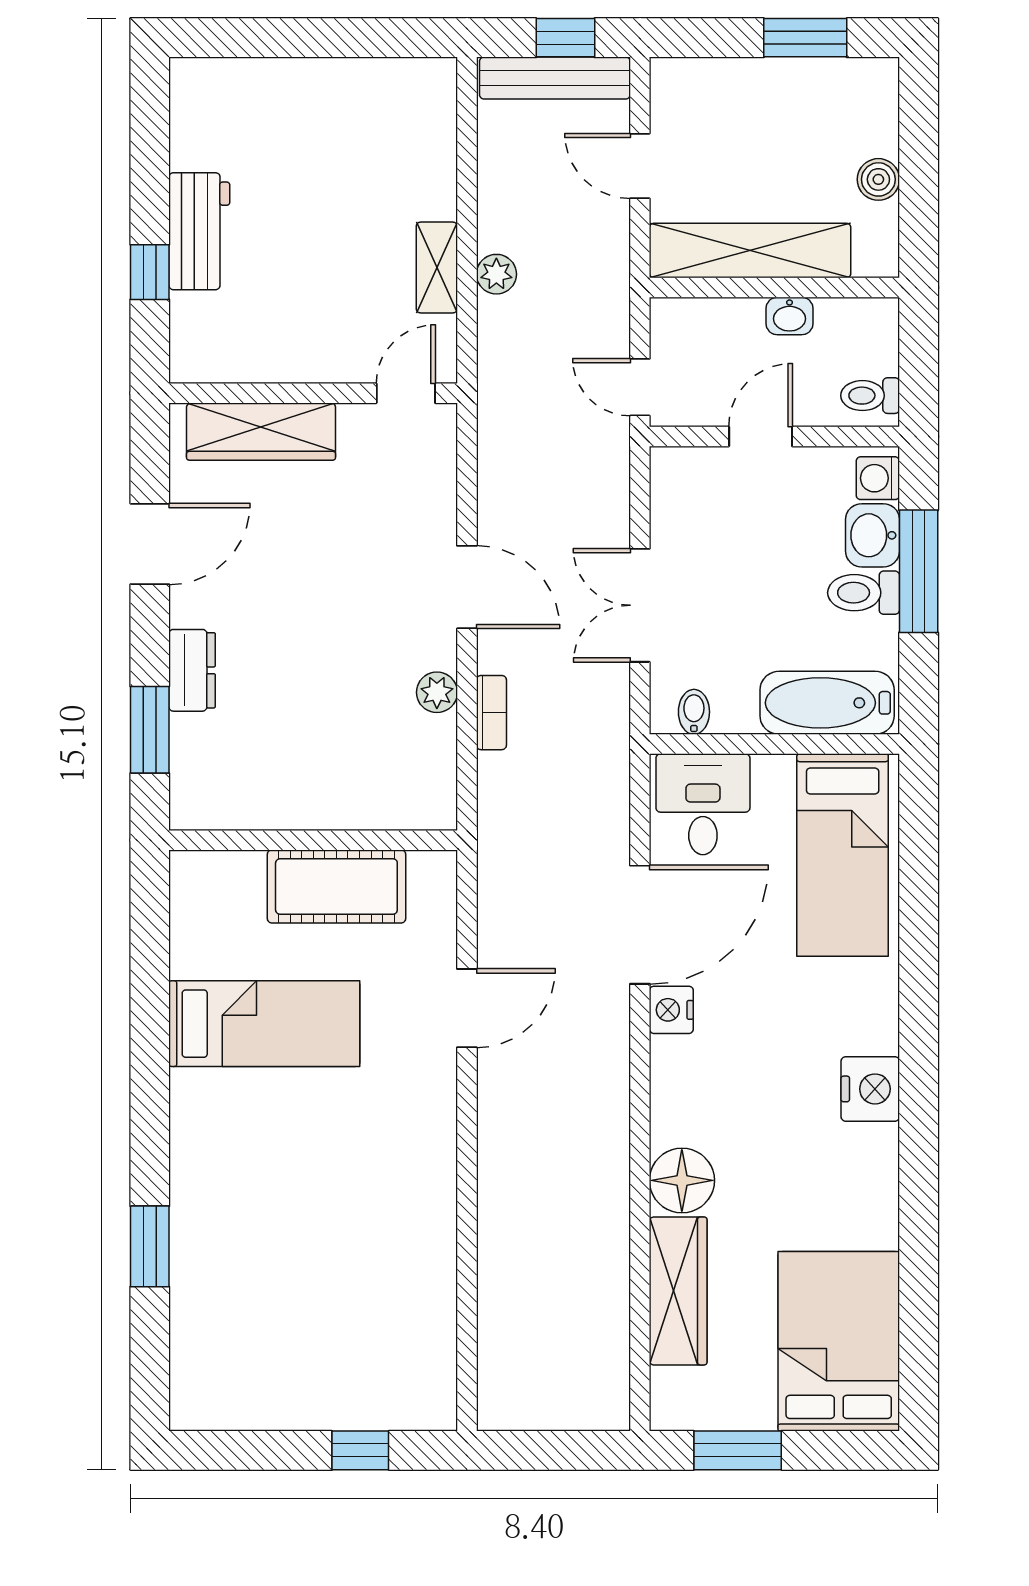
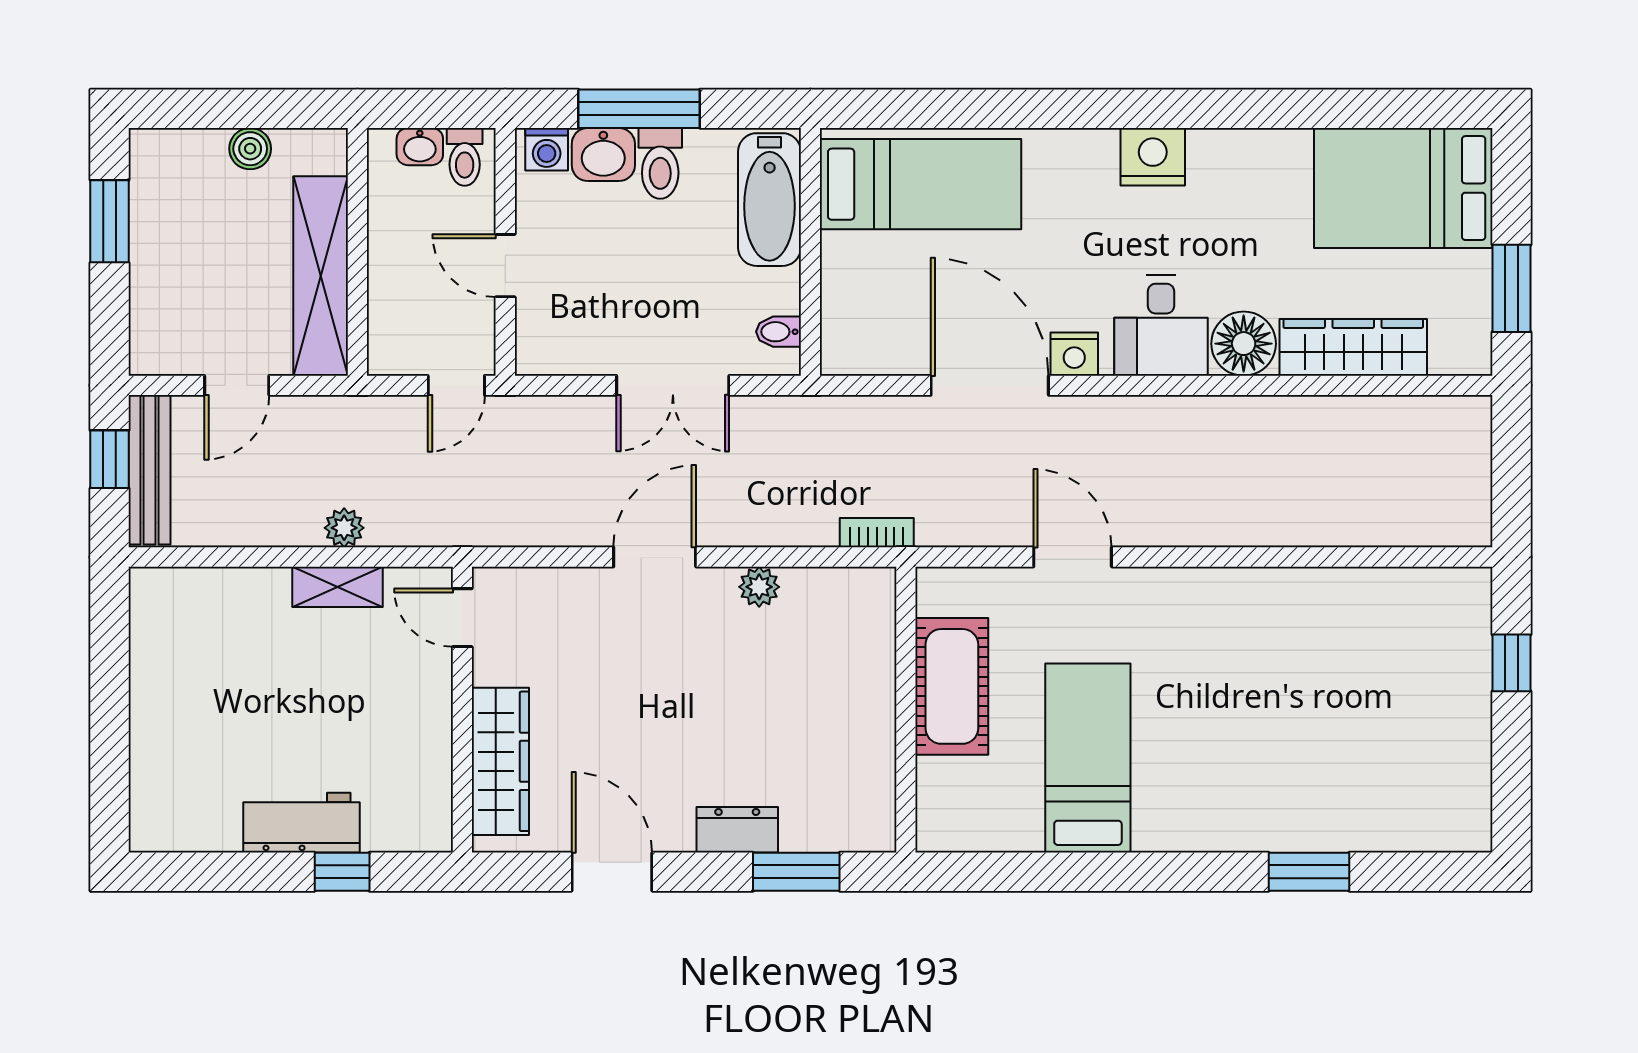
washbasin: (789, 316) -> (420, 147), moved, turned 90
bookcase: (491, 713) -> (877, 533), moved
desk: (703, 804) -> (1161, 326), moved, turned -90

